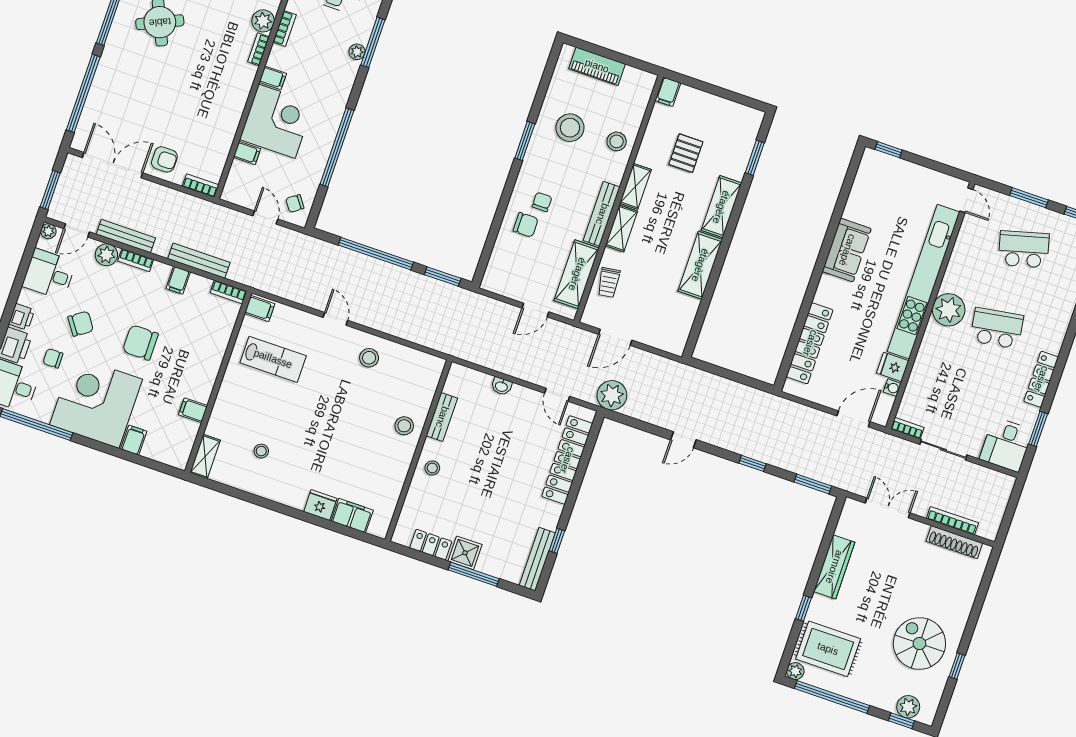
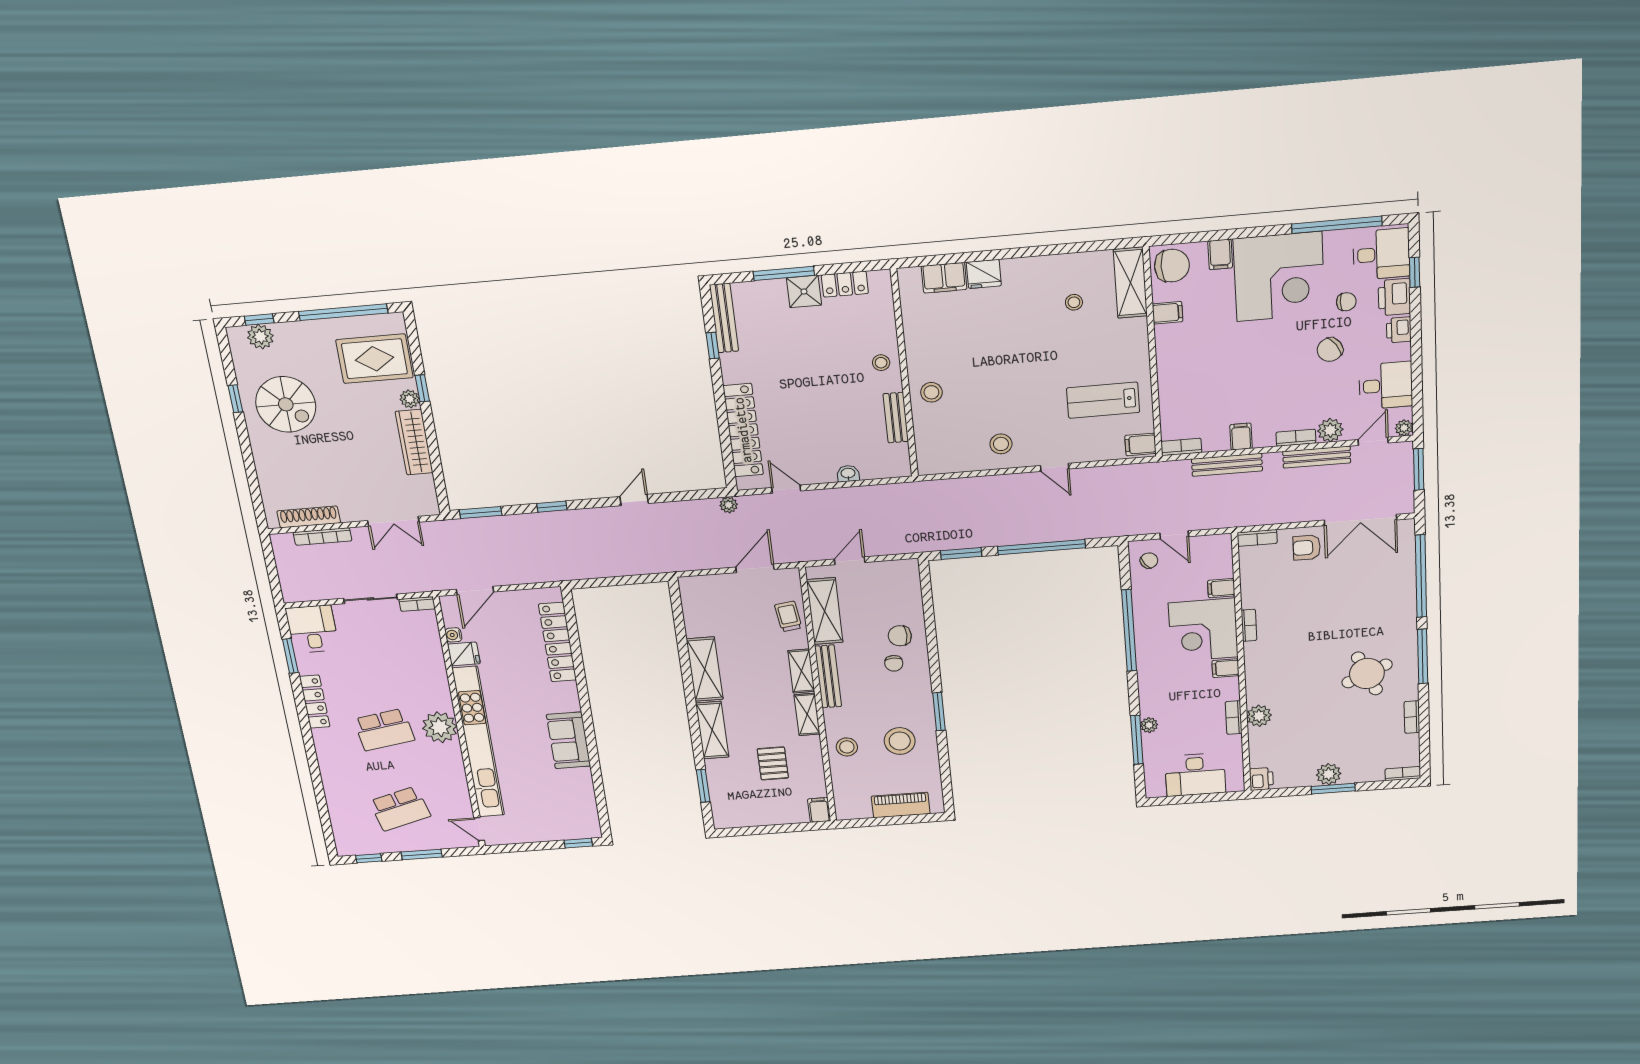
bookcase: (259, 49) -> (1249, 625), moved
chair: (140, 342) -> (1172, 266), moved
plant: (612, 395) -> (729, 505), width x0.53, depth x0.53
shelving: (205, 456) -> (1130, 283), width x1.50, depth x1.33
plant: (795, 671) -> (410, 399), moved

